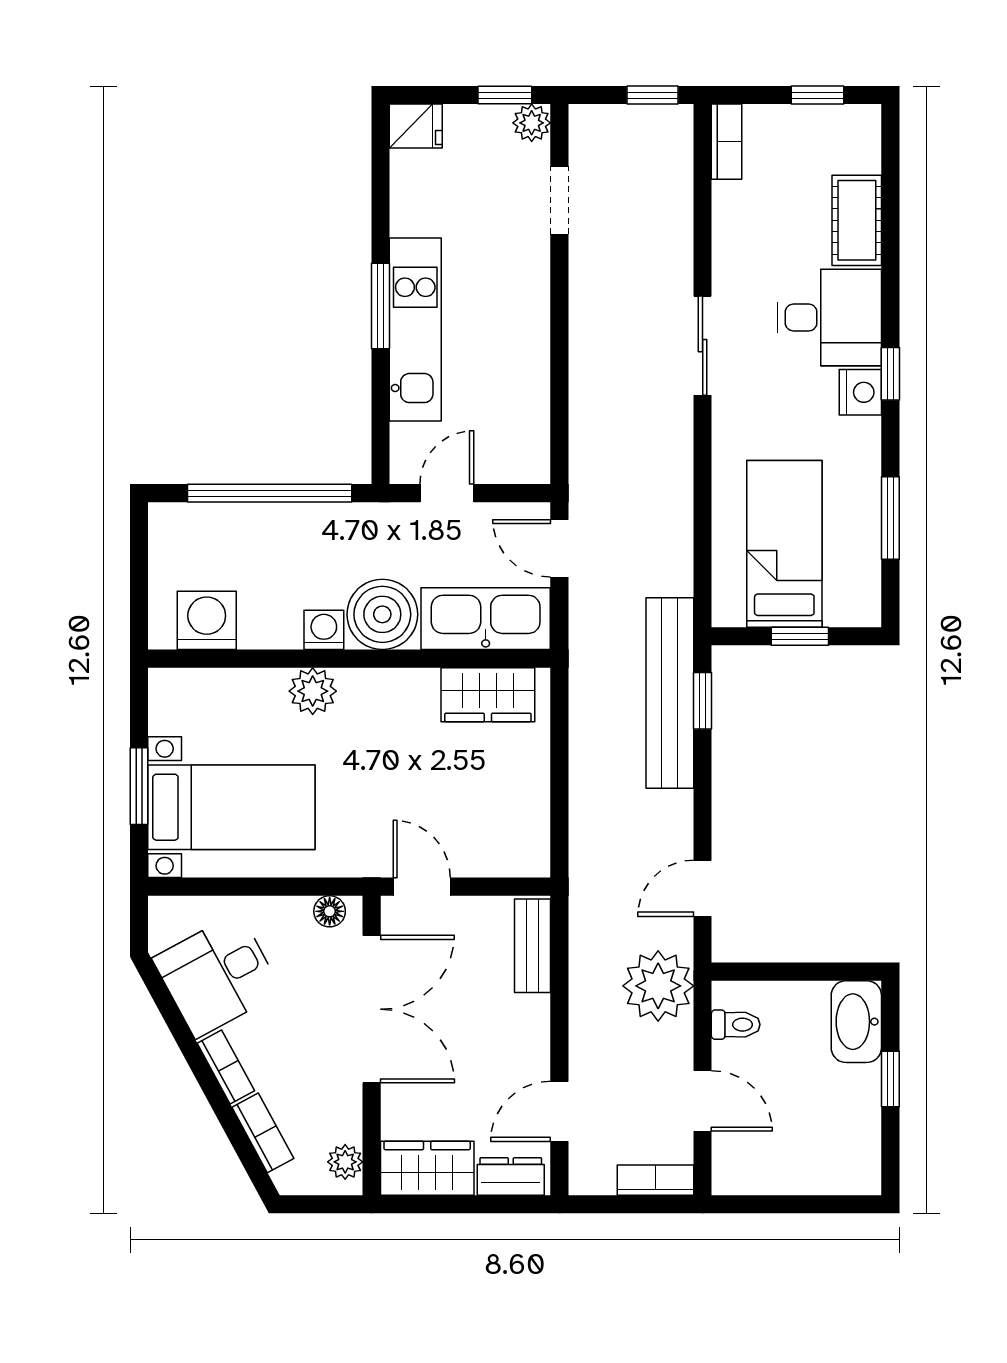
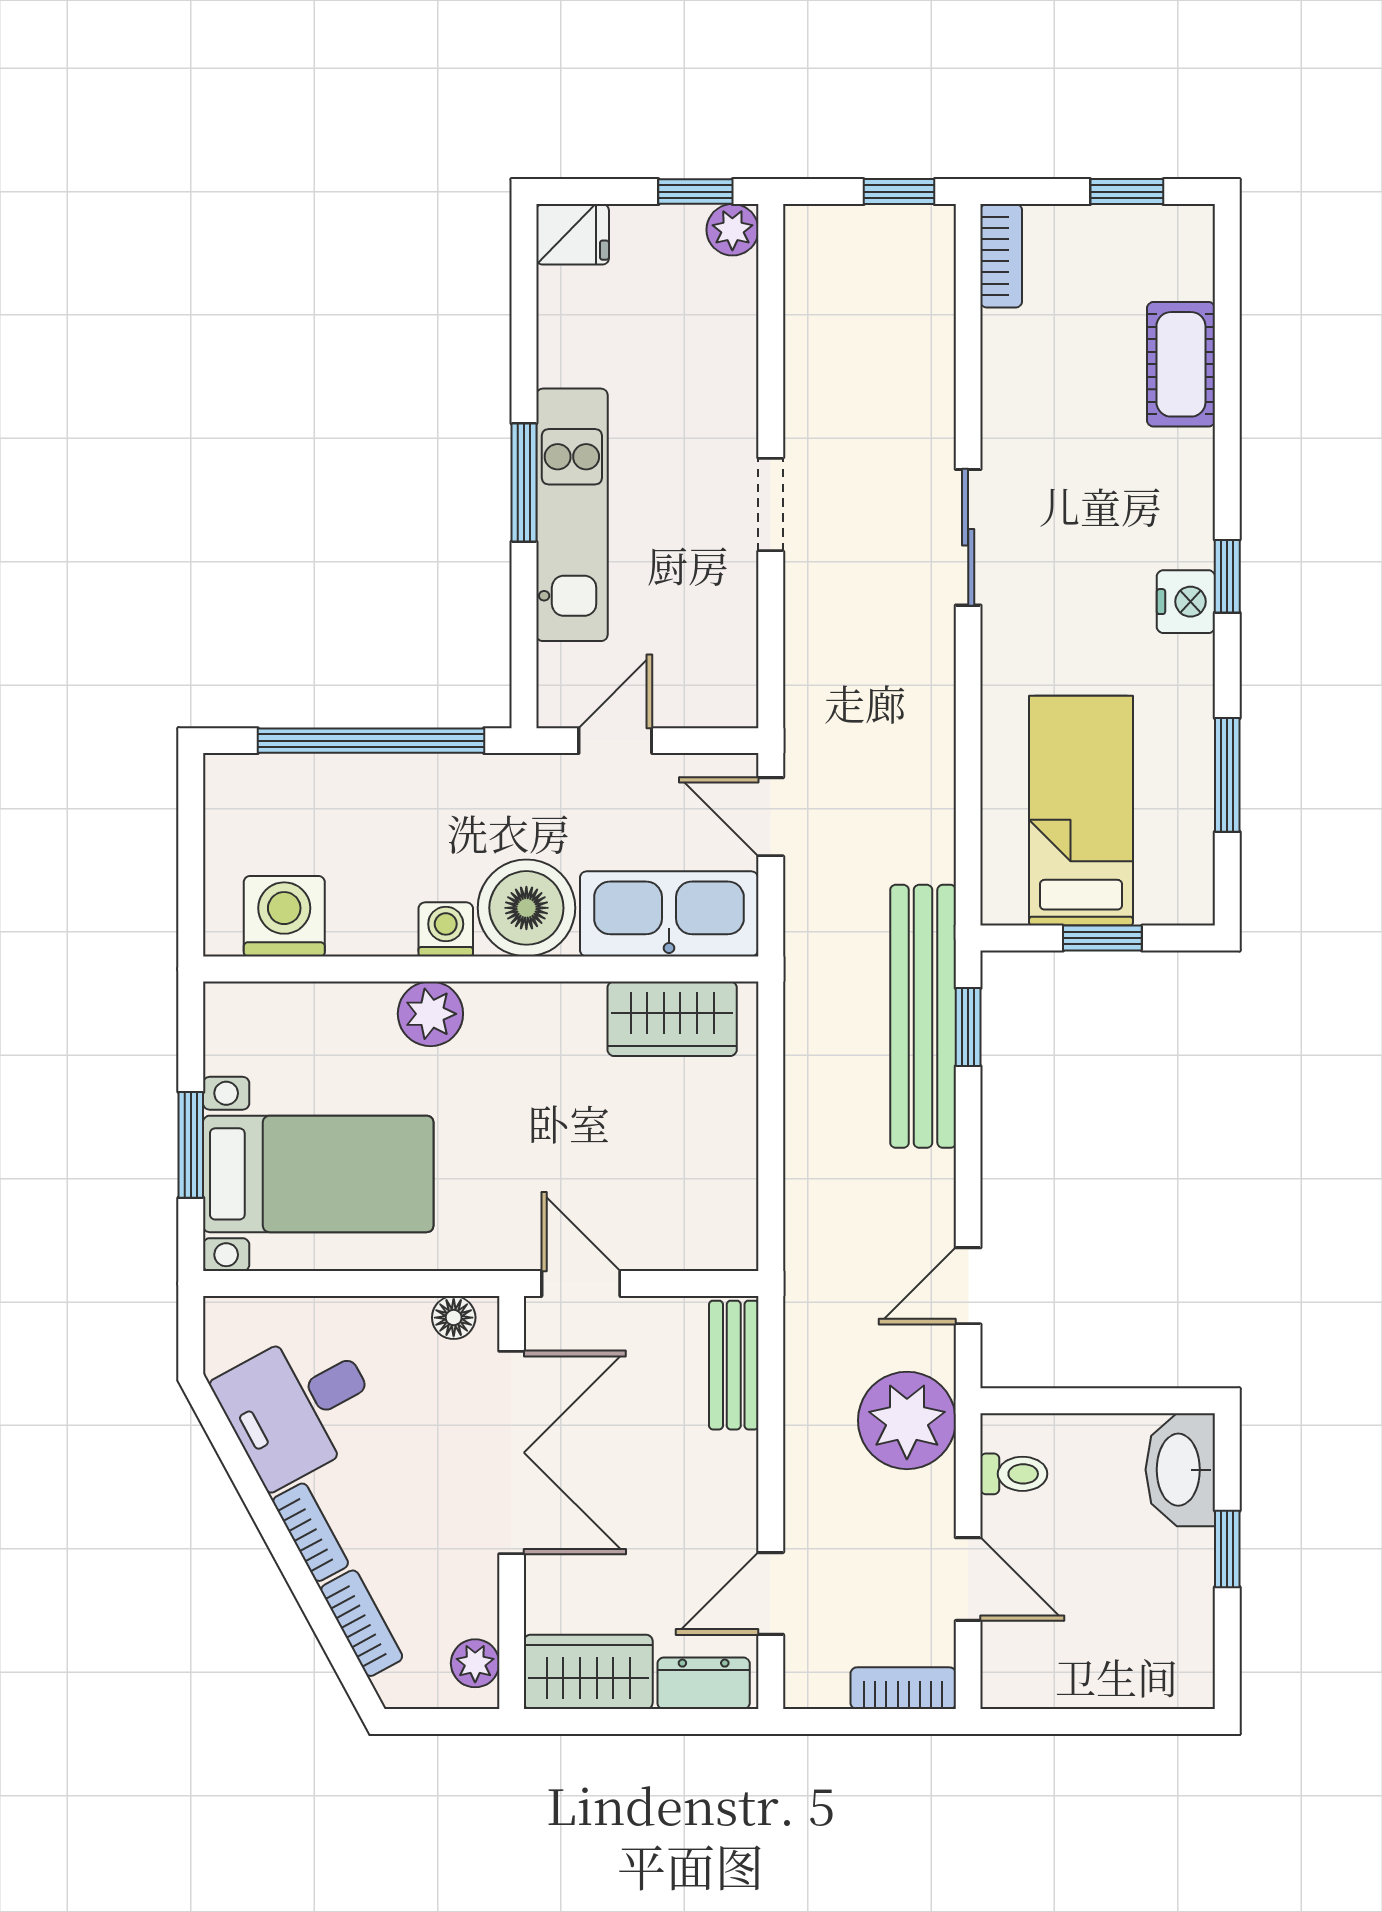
doorway: (559, 200) -> (771, 504), moved
desk: (829, 317) -> (1143, 498), removed

